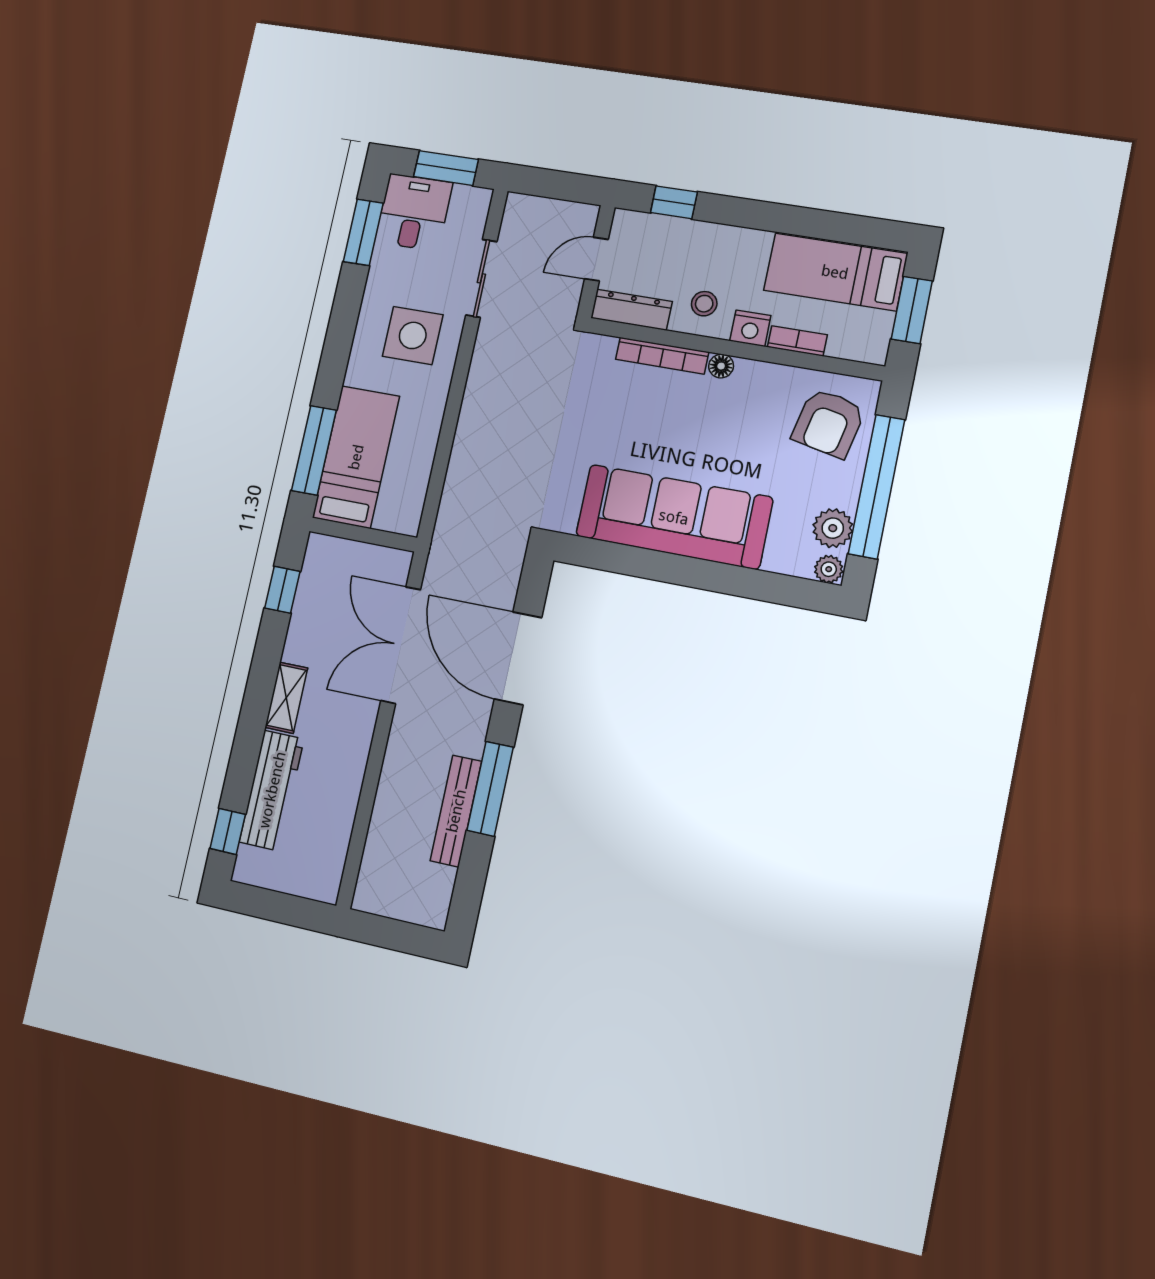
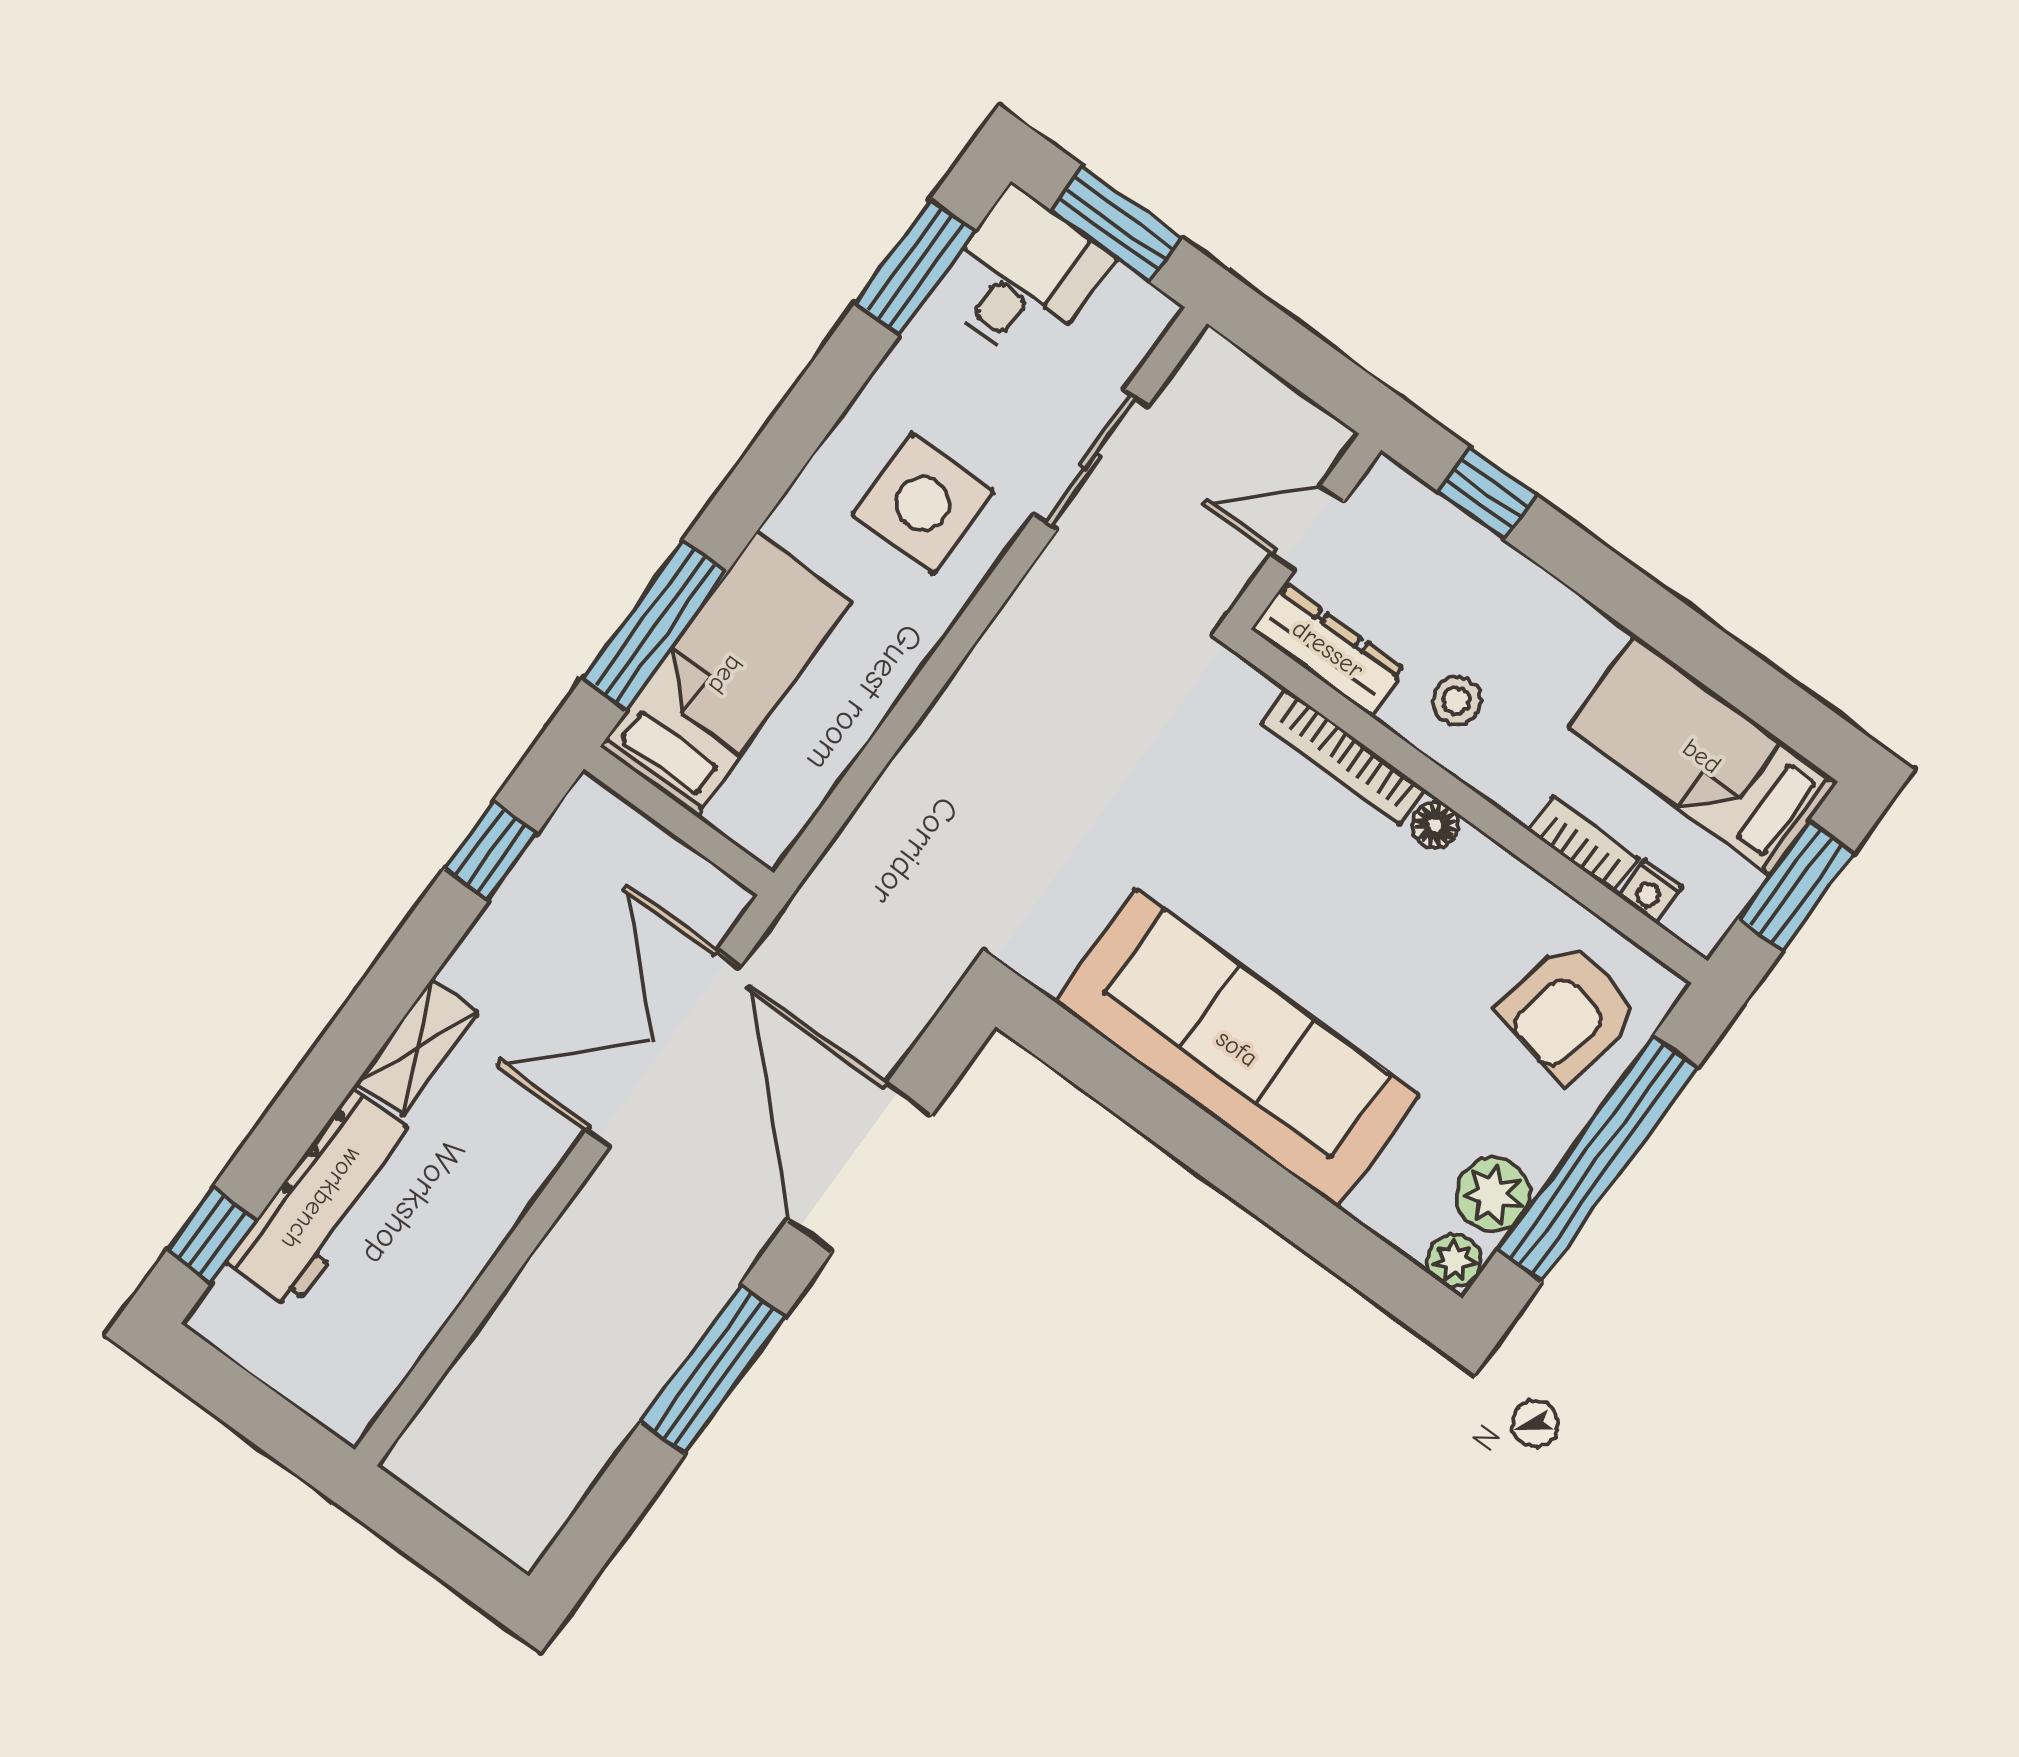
nightstand: (750, 328) -> (1650, 892), moved, width x0.72, depth x0.74
bench: (456, 811) -> (637, 1381), removed

